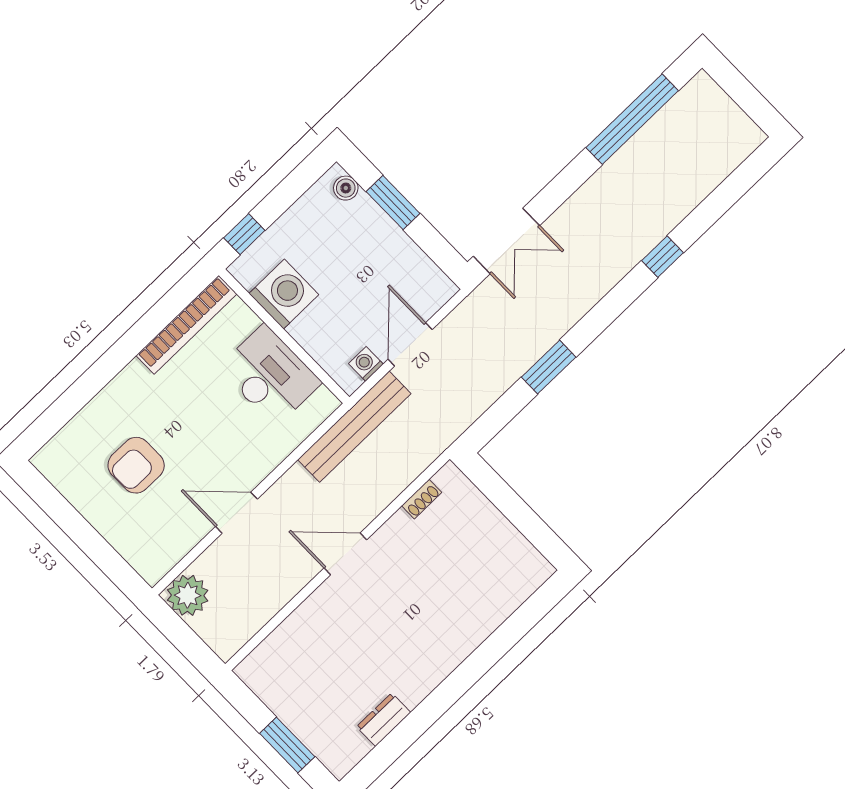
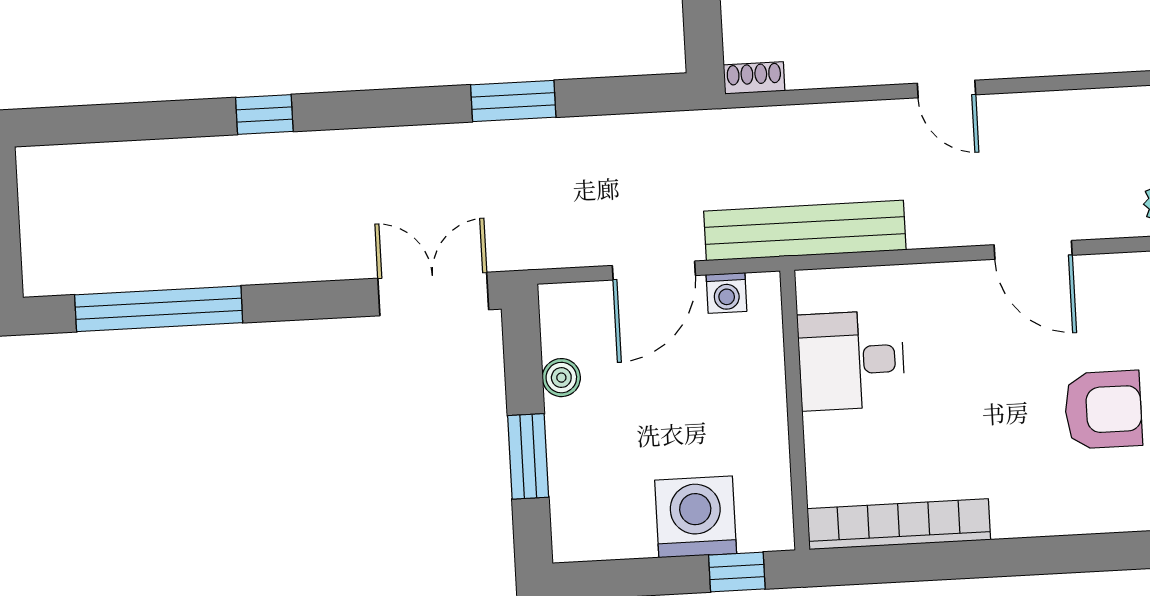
boiler: (346, 188) -> (561, 378), moved
washing machine: (284, 294) -> (696, 517), moved, turned 90
desk: (270, 375) -> (851, 360), width x0.73
shoe rack: (422, 499) -> (754, 78), moved
door: (345, 554) -> (946, 89), width x0.73

